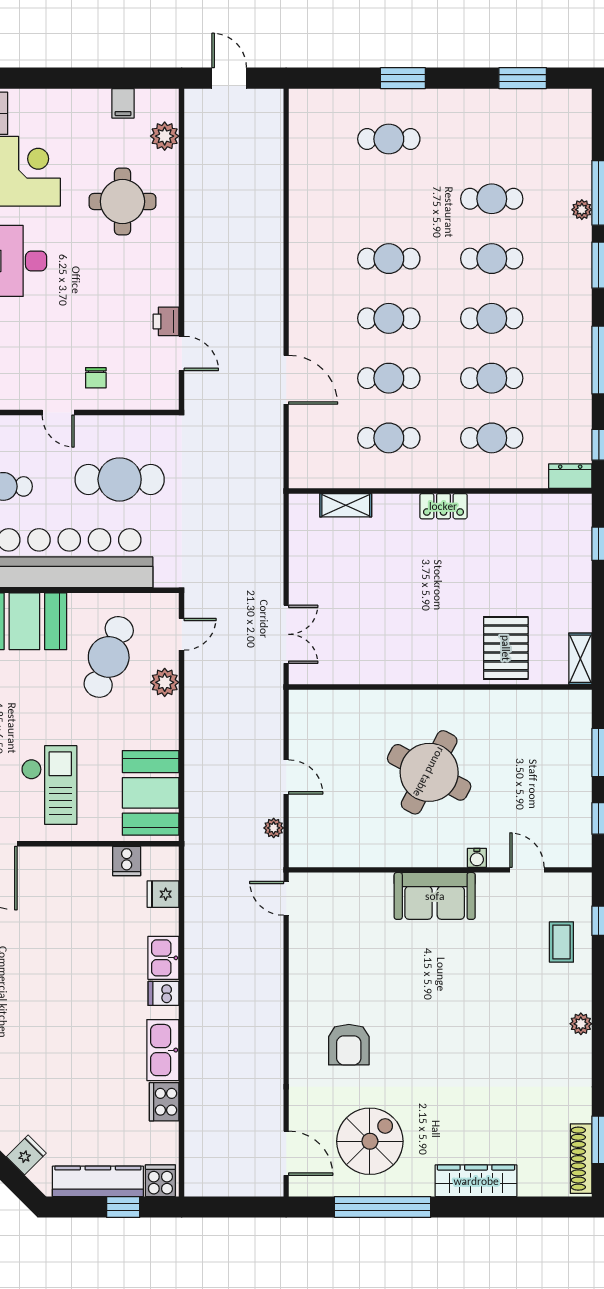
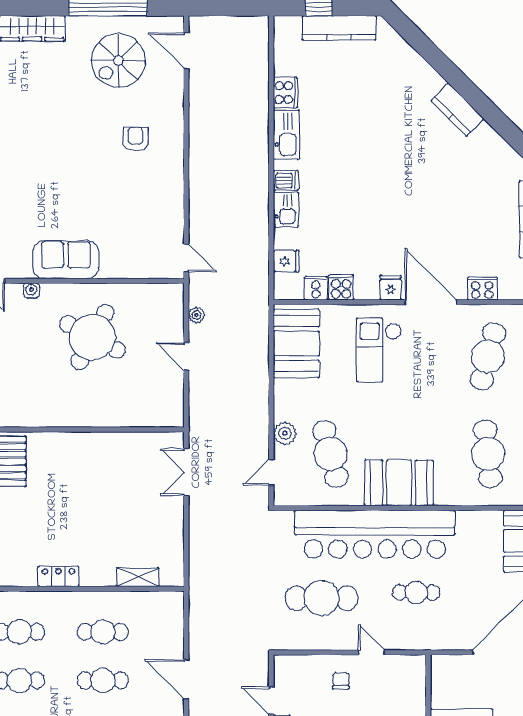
cafe table: (109, 657) -> (330, 454), turned -36
round table: (429, 772) -> (92, 337), moved
armchair: (349, 1045) -> (135, 139), width x0.72, depth x0.72
fridge: (26, 1155) -> (391, 288), moved, turned 135
cooker: (160, 1181) -> (341, 287), moved, turned 180

